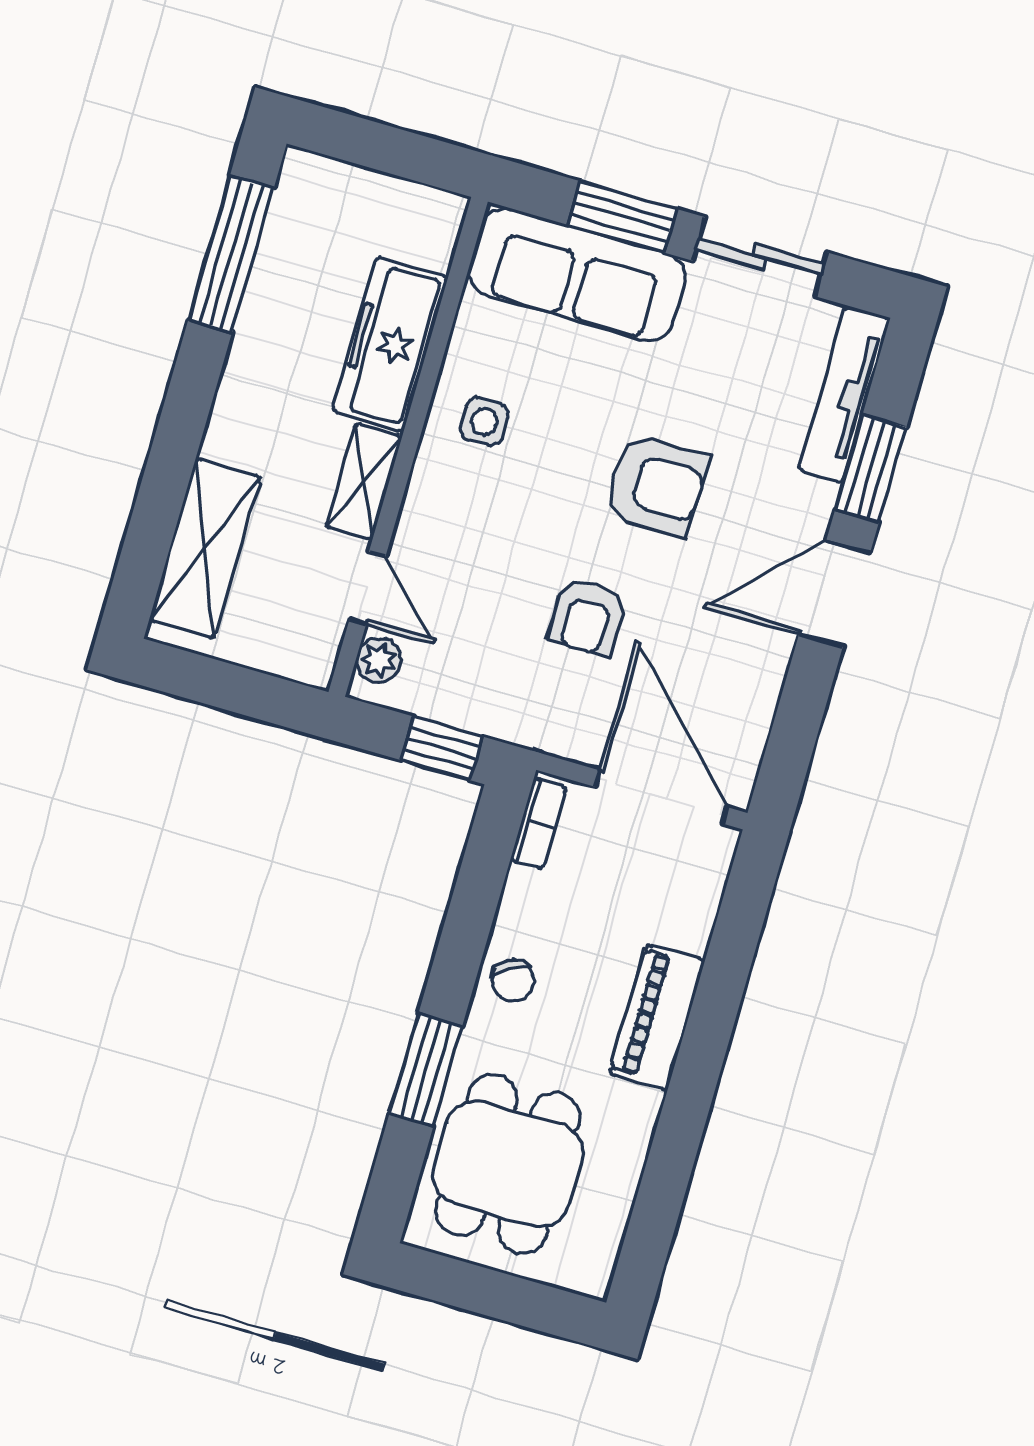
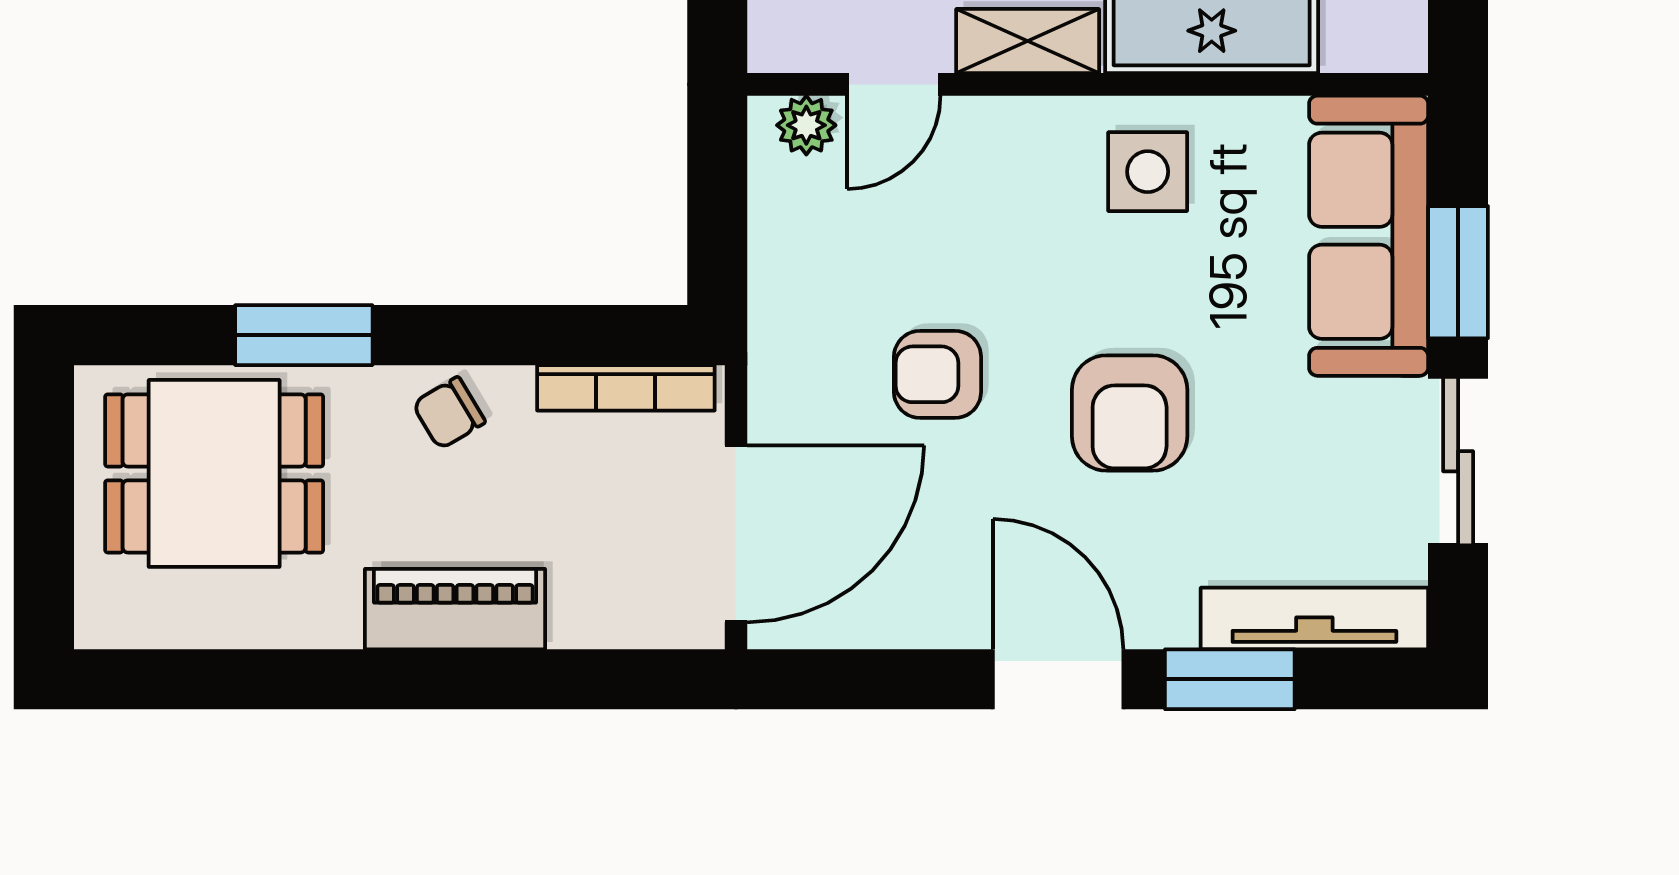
side table: (484, 422) -> (1148, 172), width x1.37, depth x1.37
window: (442, 748) -> (717, 238), removed
bookcase: (539, 823) -> (626, 388), width x1.56

